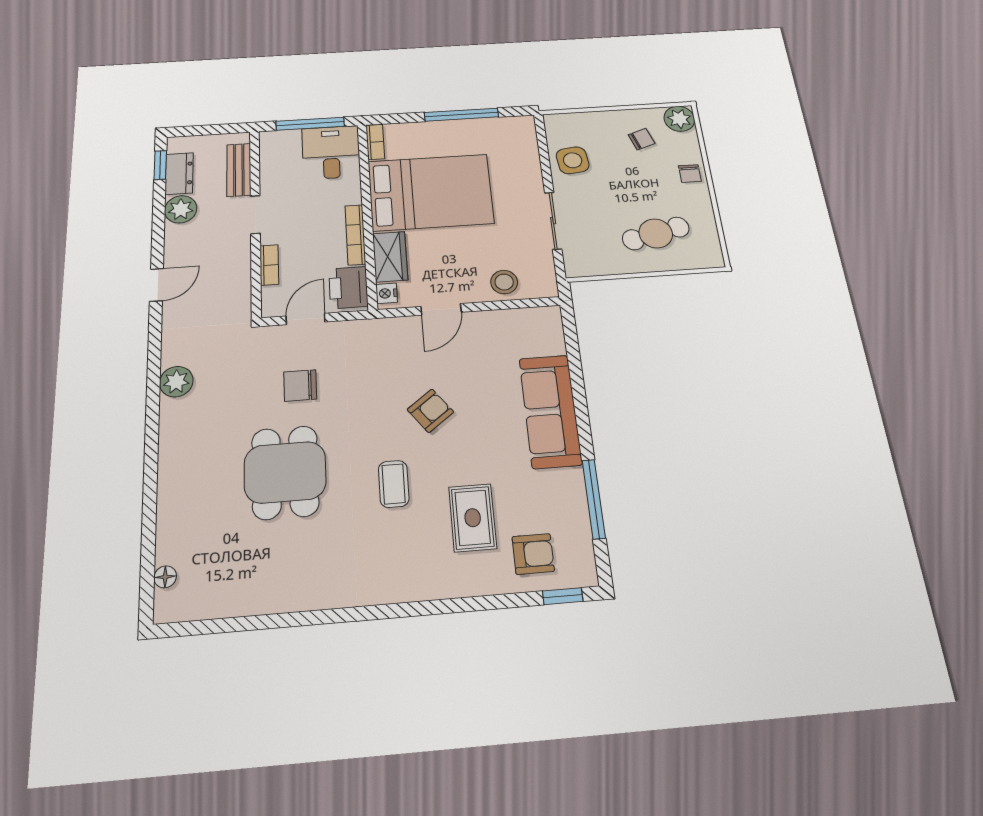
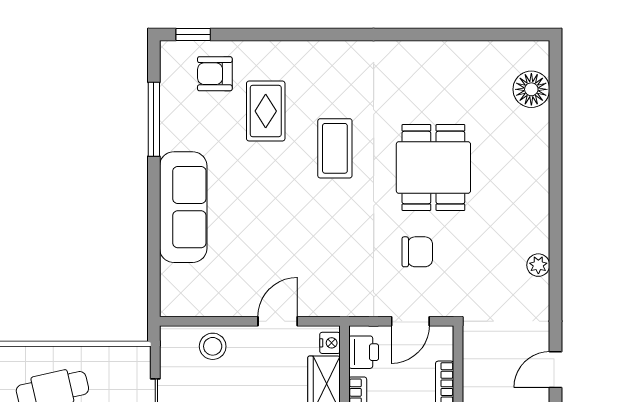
printer: (348, 287) -> (364, 352), width x0.73, depth x0.81
plant: (176, 382) -> (538, 265), width x0.73, depth x0.73
armchair: (430, 411) -> (296, 217), removed
coffee table: (394, 484) -> (335, 148), width x1.36, depth x1.30
floor lamp: (165, 577) -> (531, 89), width x1.89, depth x1.89

